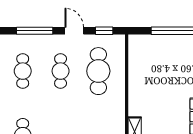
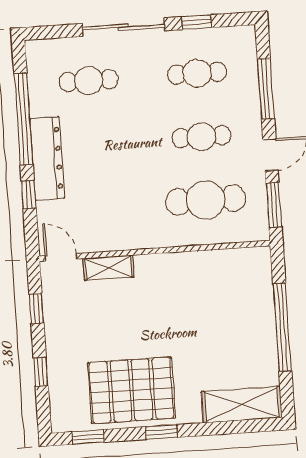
window: (104, 31) -> (274, 205), width x1.50

